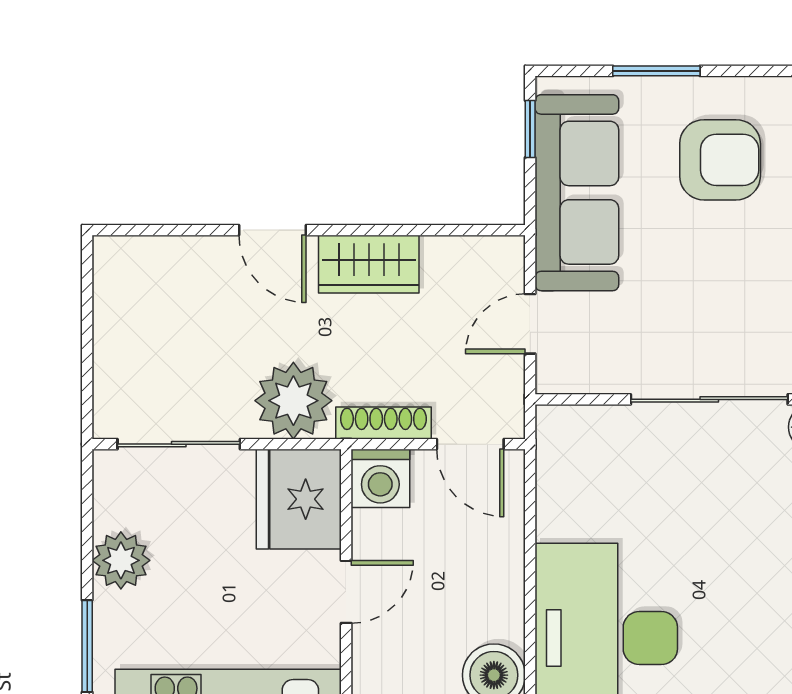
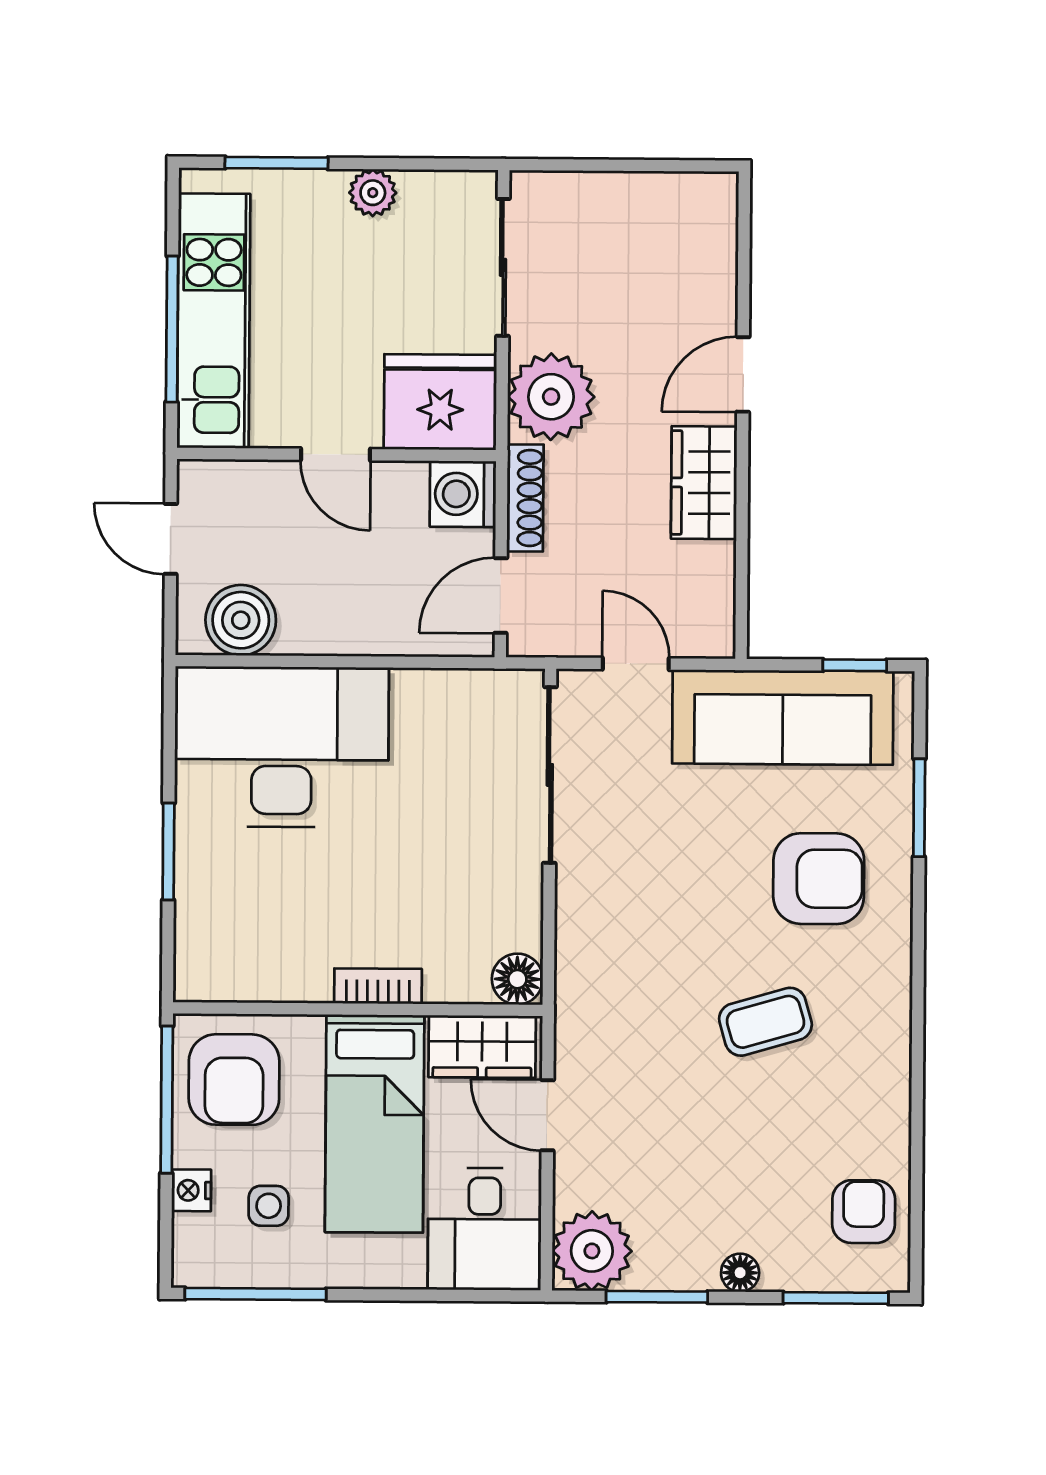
armchair: (720, 160) -> (819, 879), turned -90
sliding door: (709, 399) -> (550, 775), moved
plant: (121, 560) -> (373, 193), width x0.73, depth x0.73

